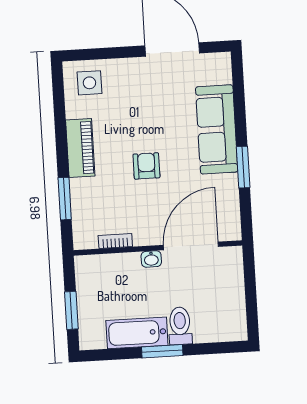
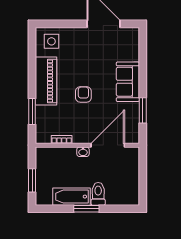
sofa: (217, 129) -> (128, 82), width x0.73
piano: (80, 148) -> (46, 81), width x1.37, depth x1.33
window: (243, 167) -> (143, 110), moved

